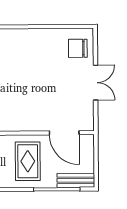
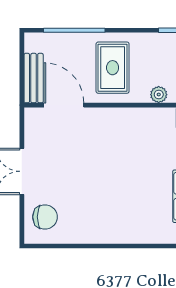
bench: (76, 180) -> (34, 78), moved, turned 90

